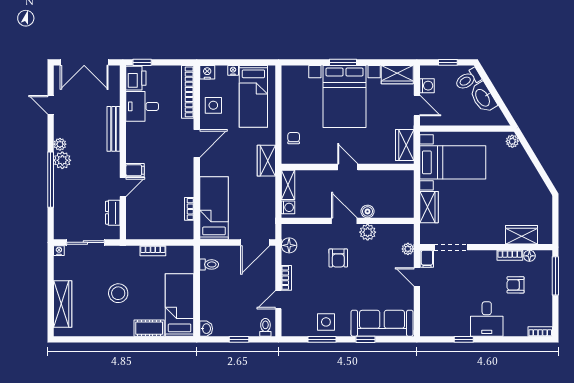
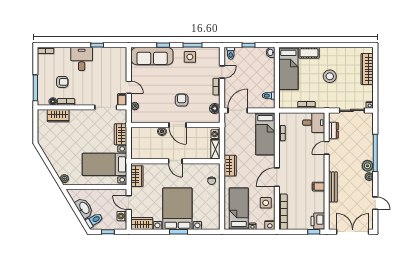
desk: (142, 106) -> (314, 123), moved
filing cabinet: (135, 170) -> (318, 187), moved
plant: (368, 232) -> (162, 117), removed

